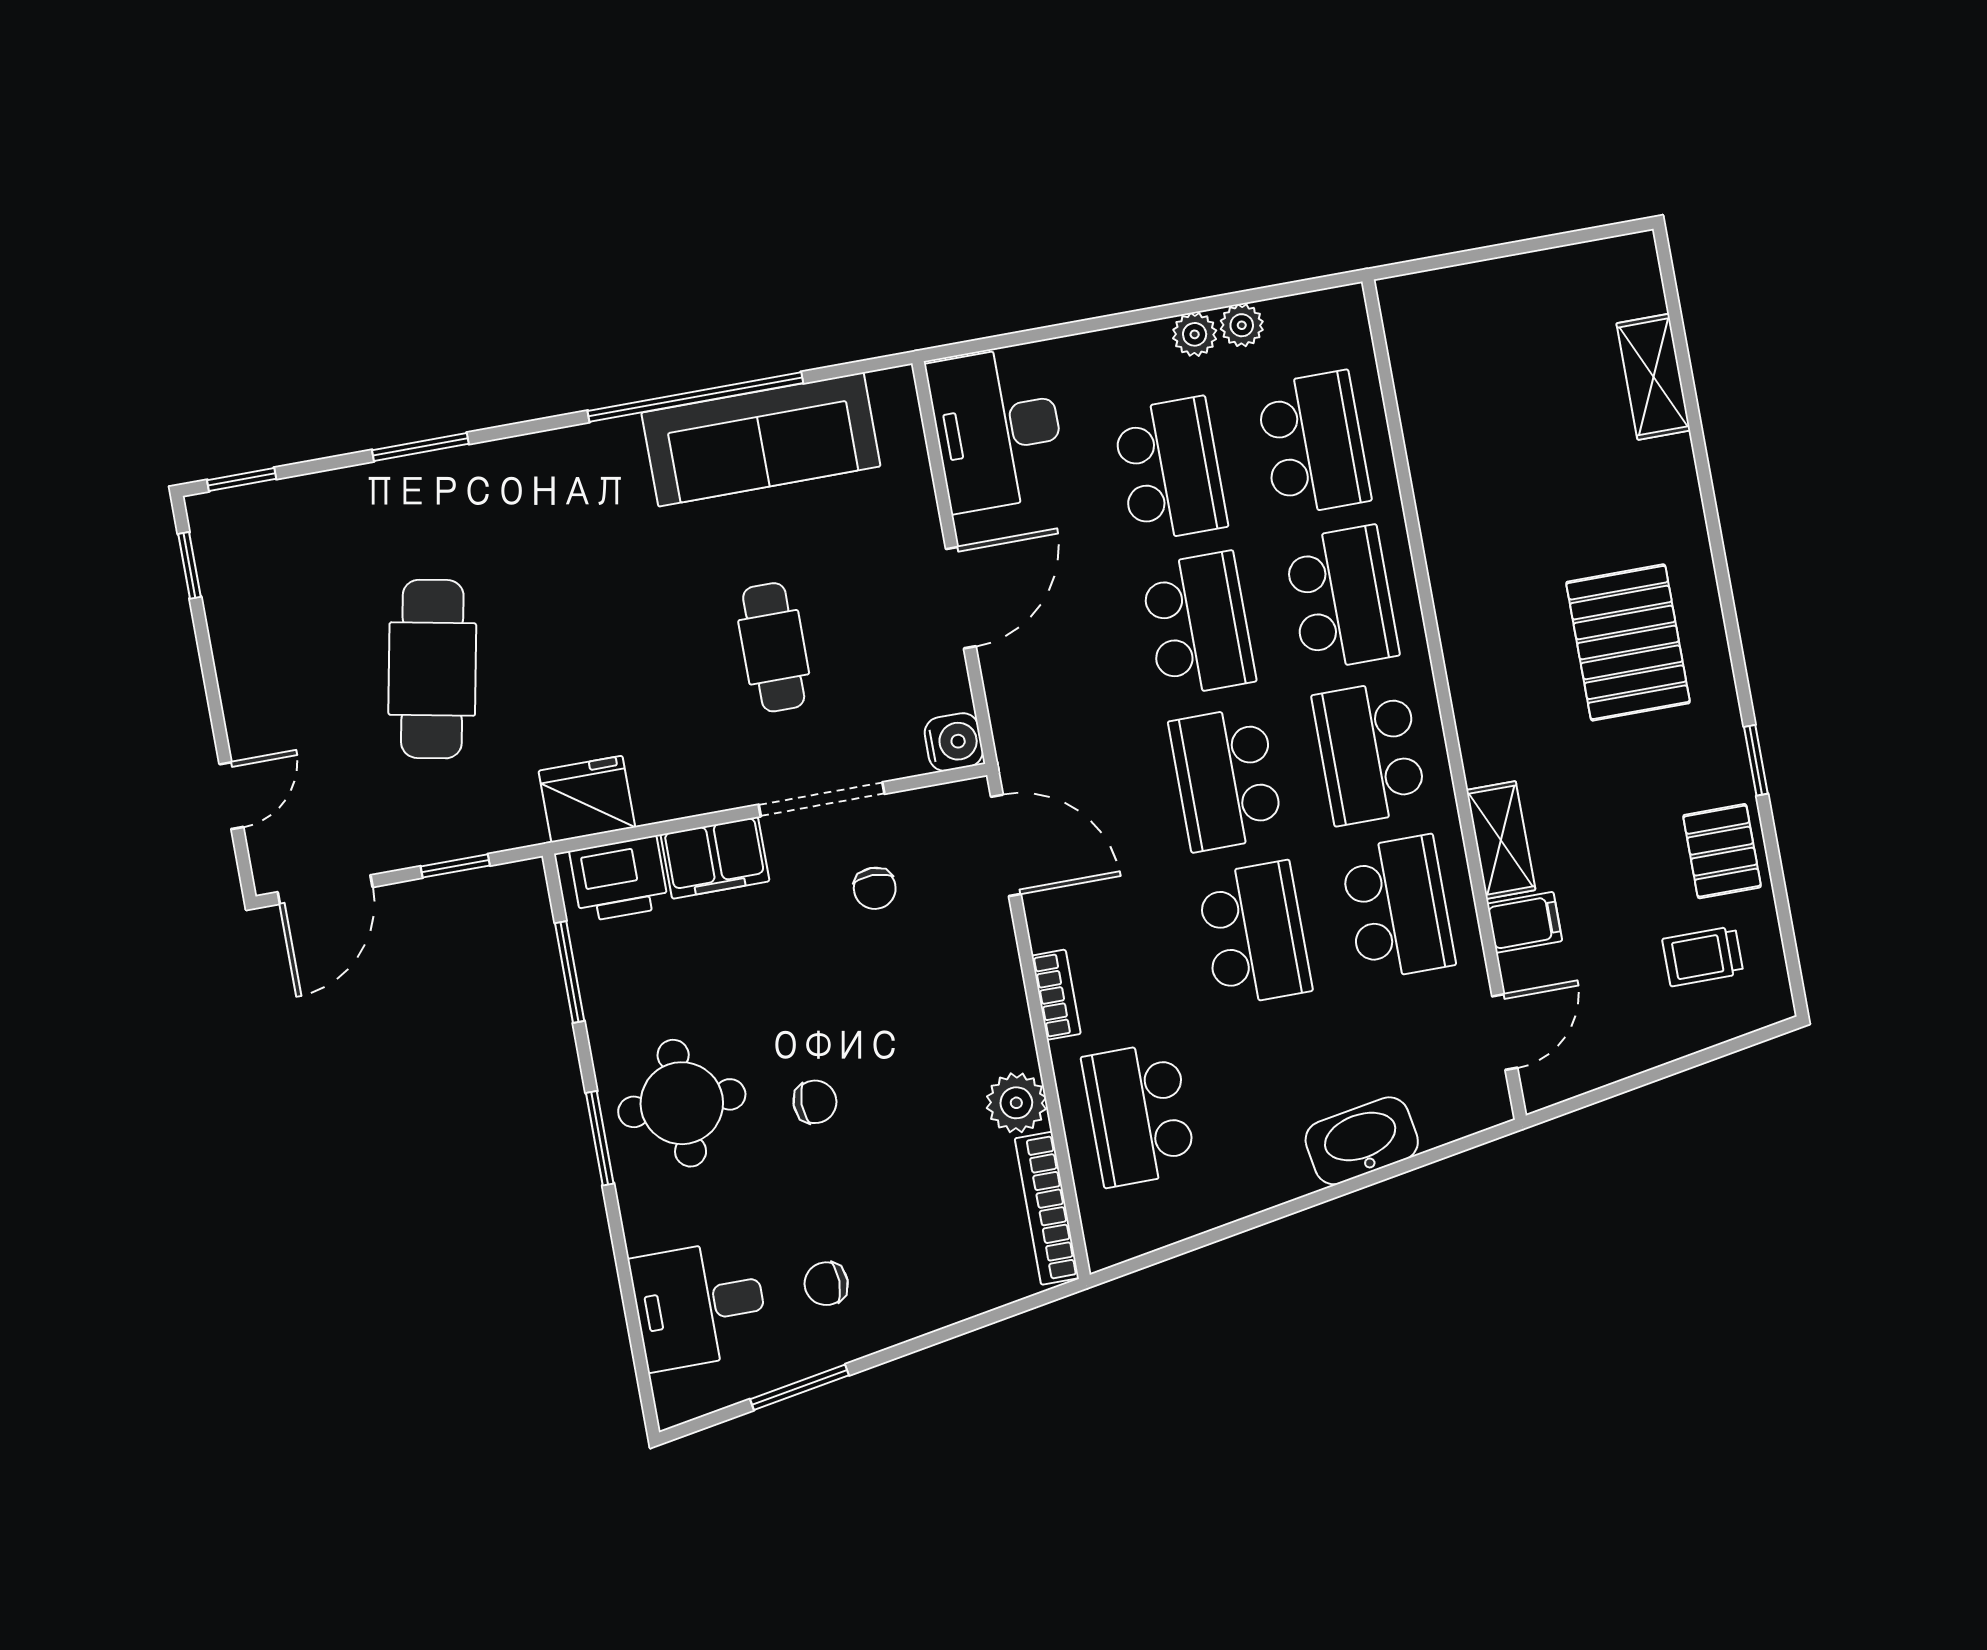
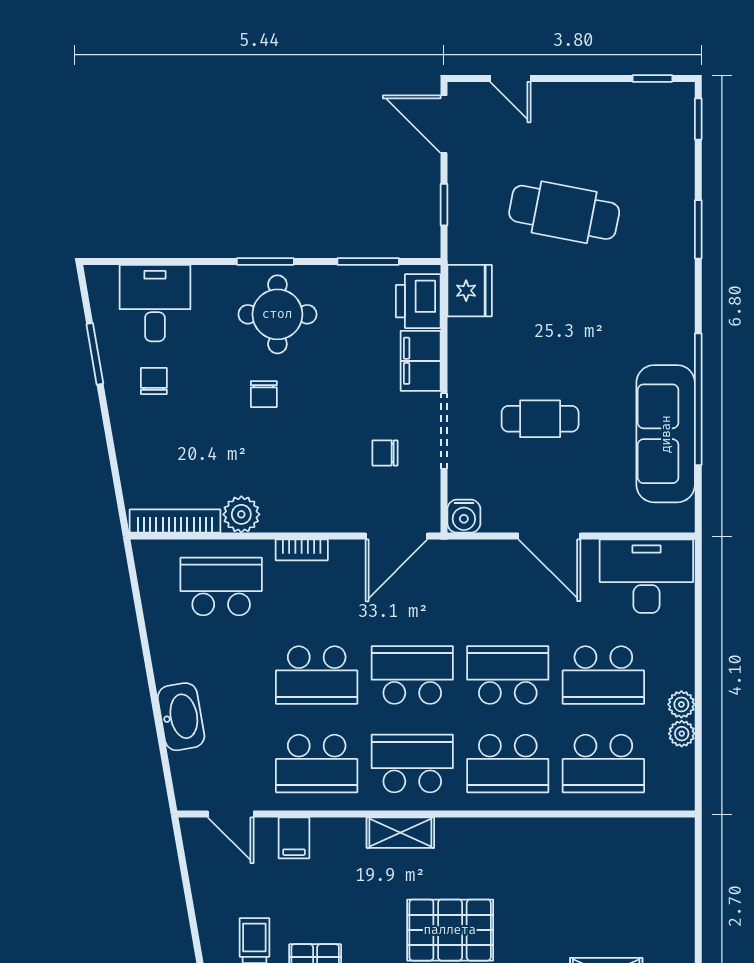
school desk: (1198, 624) -> (508, 675), turned 180
shelving: (1501, 840) -> (400, 833), moved

